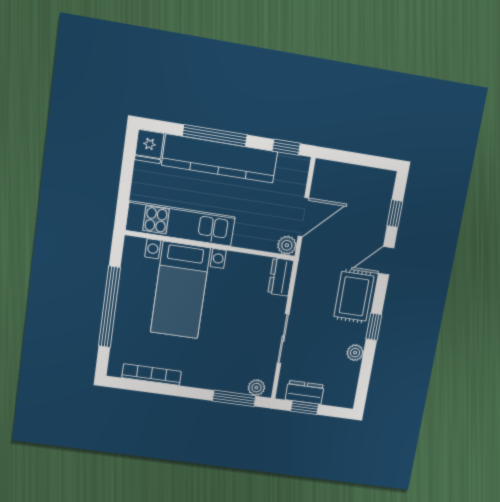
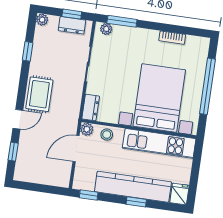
window: (215, 135) -> (136, 202), width x0.46
stool: (258, 237) -> (107, 135), added
bed with nightstands: (180, 290) -> (159, 98), width x1.36
window: (374, 327) -> (28, 51), moved
plant: (355, 353) -> (42, 20), moved
bookcase: (152, 375) -> (172, 38), width x0.64

